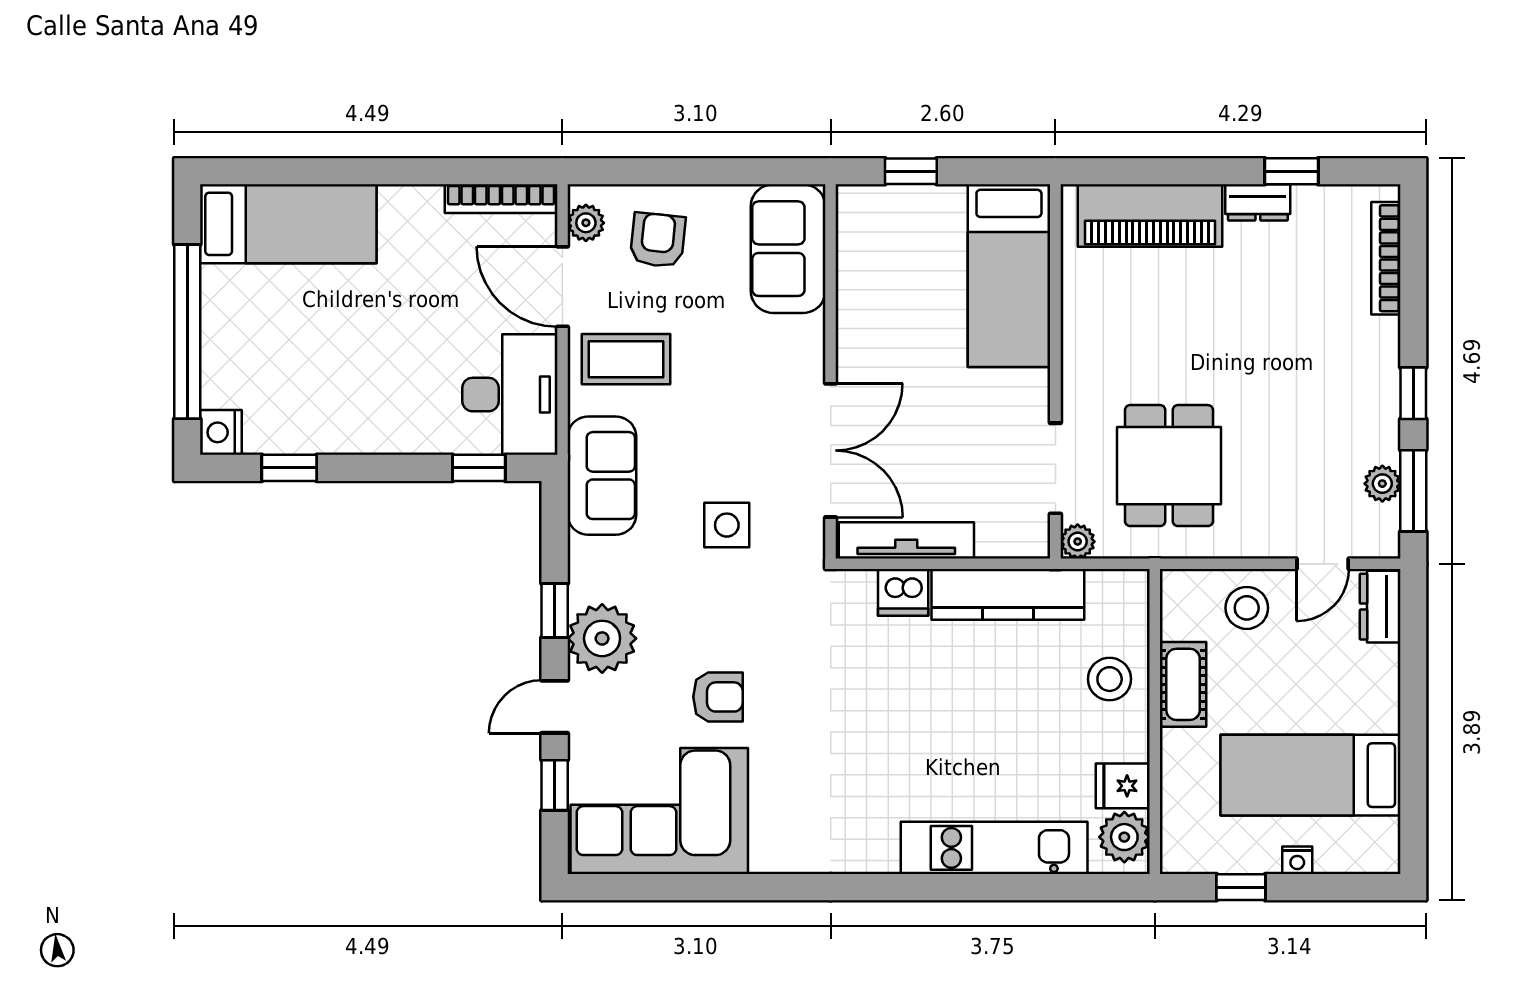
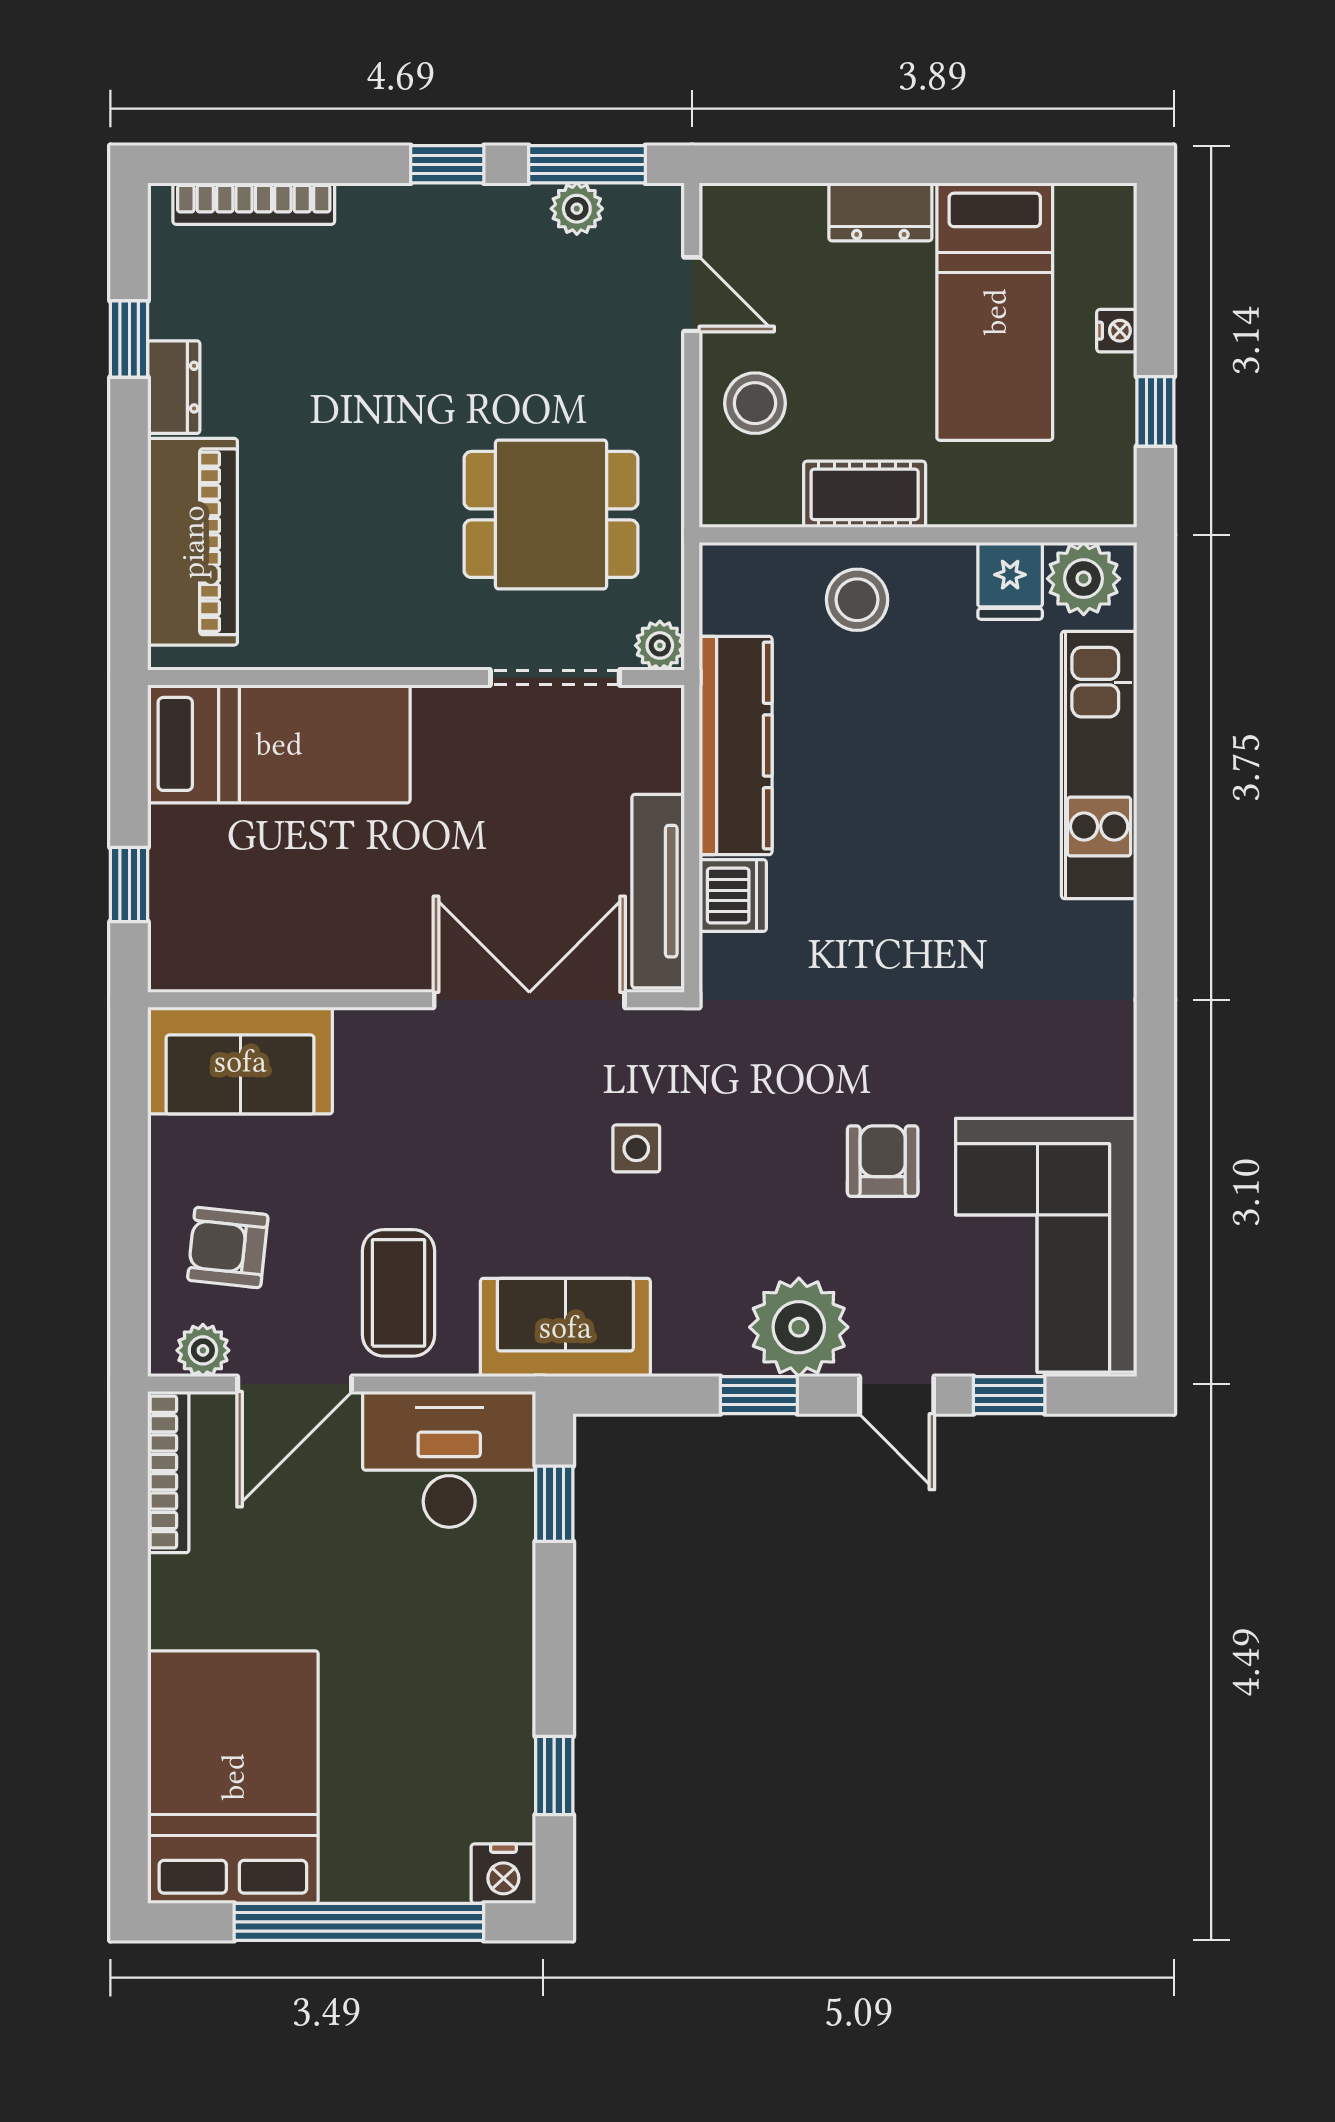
bed: (288, 224) -> (233, 1777), width x1.50
side table: (727, 525) -> (636, 1148), width x0.73, depth x0.73
dresser: (1380, 607) -> (880, 212), moved

